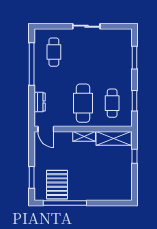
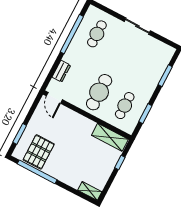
shelving: (84, 136) -> (90, 191), moved

